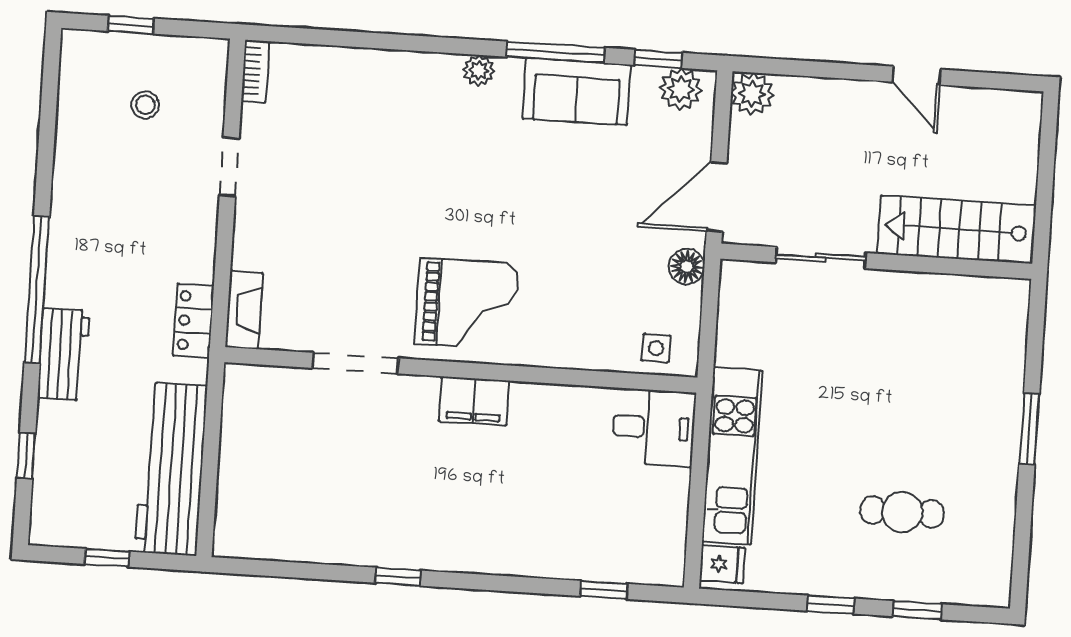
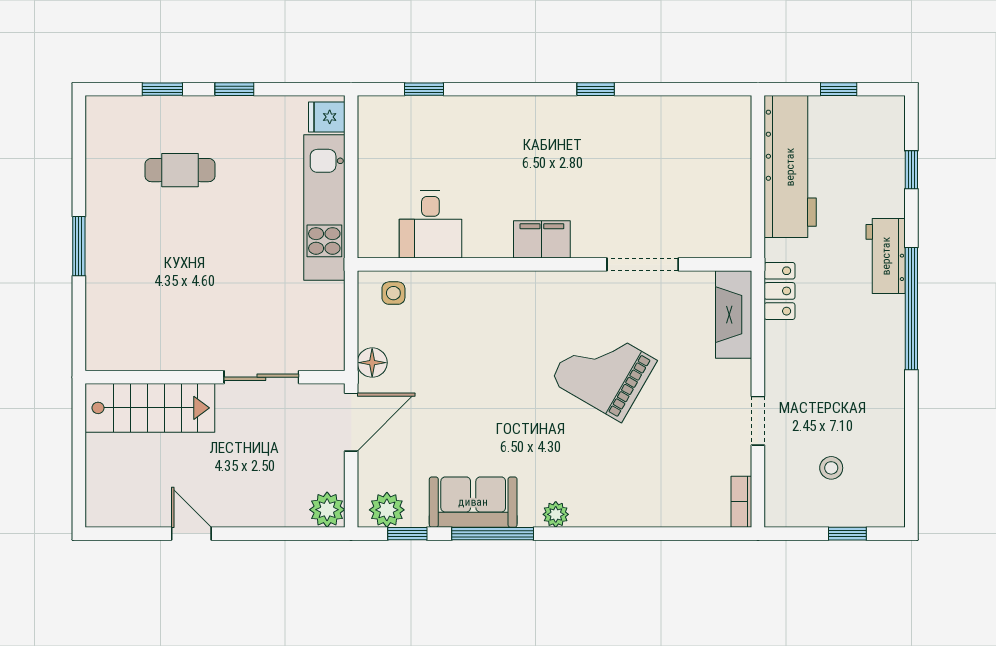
grand piano: (467, 304) -> (603, 371), moved, turned 30
fireplace: (244, 310) -> (734, 315), width x1.37, depth x1.32
desk: (654, 427) -> (430, 225), moved, turned -90

